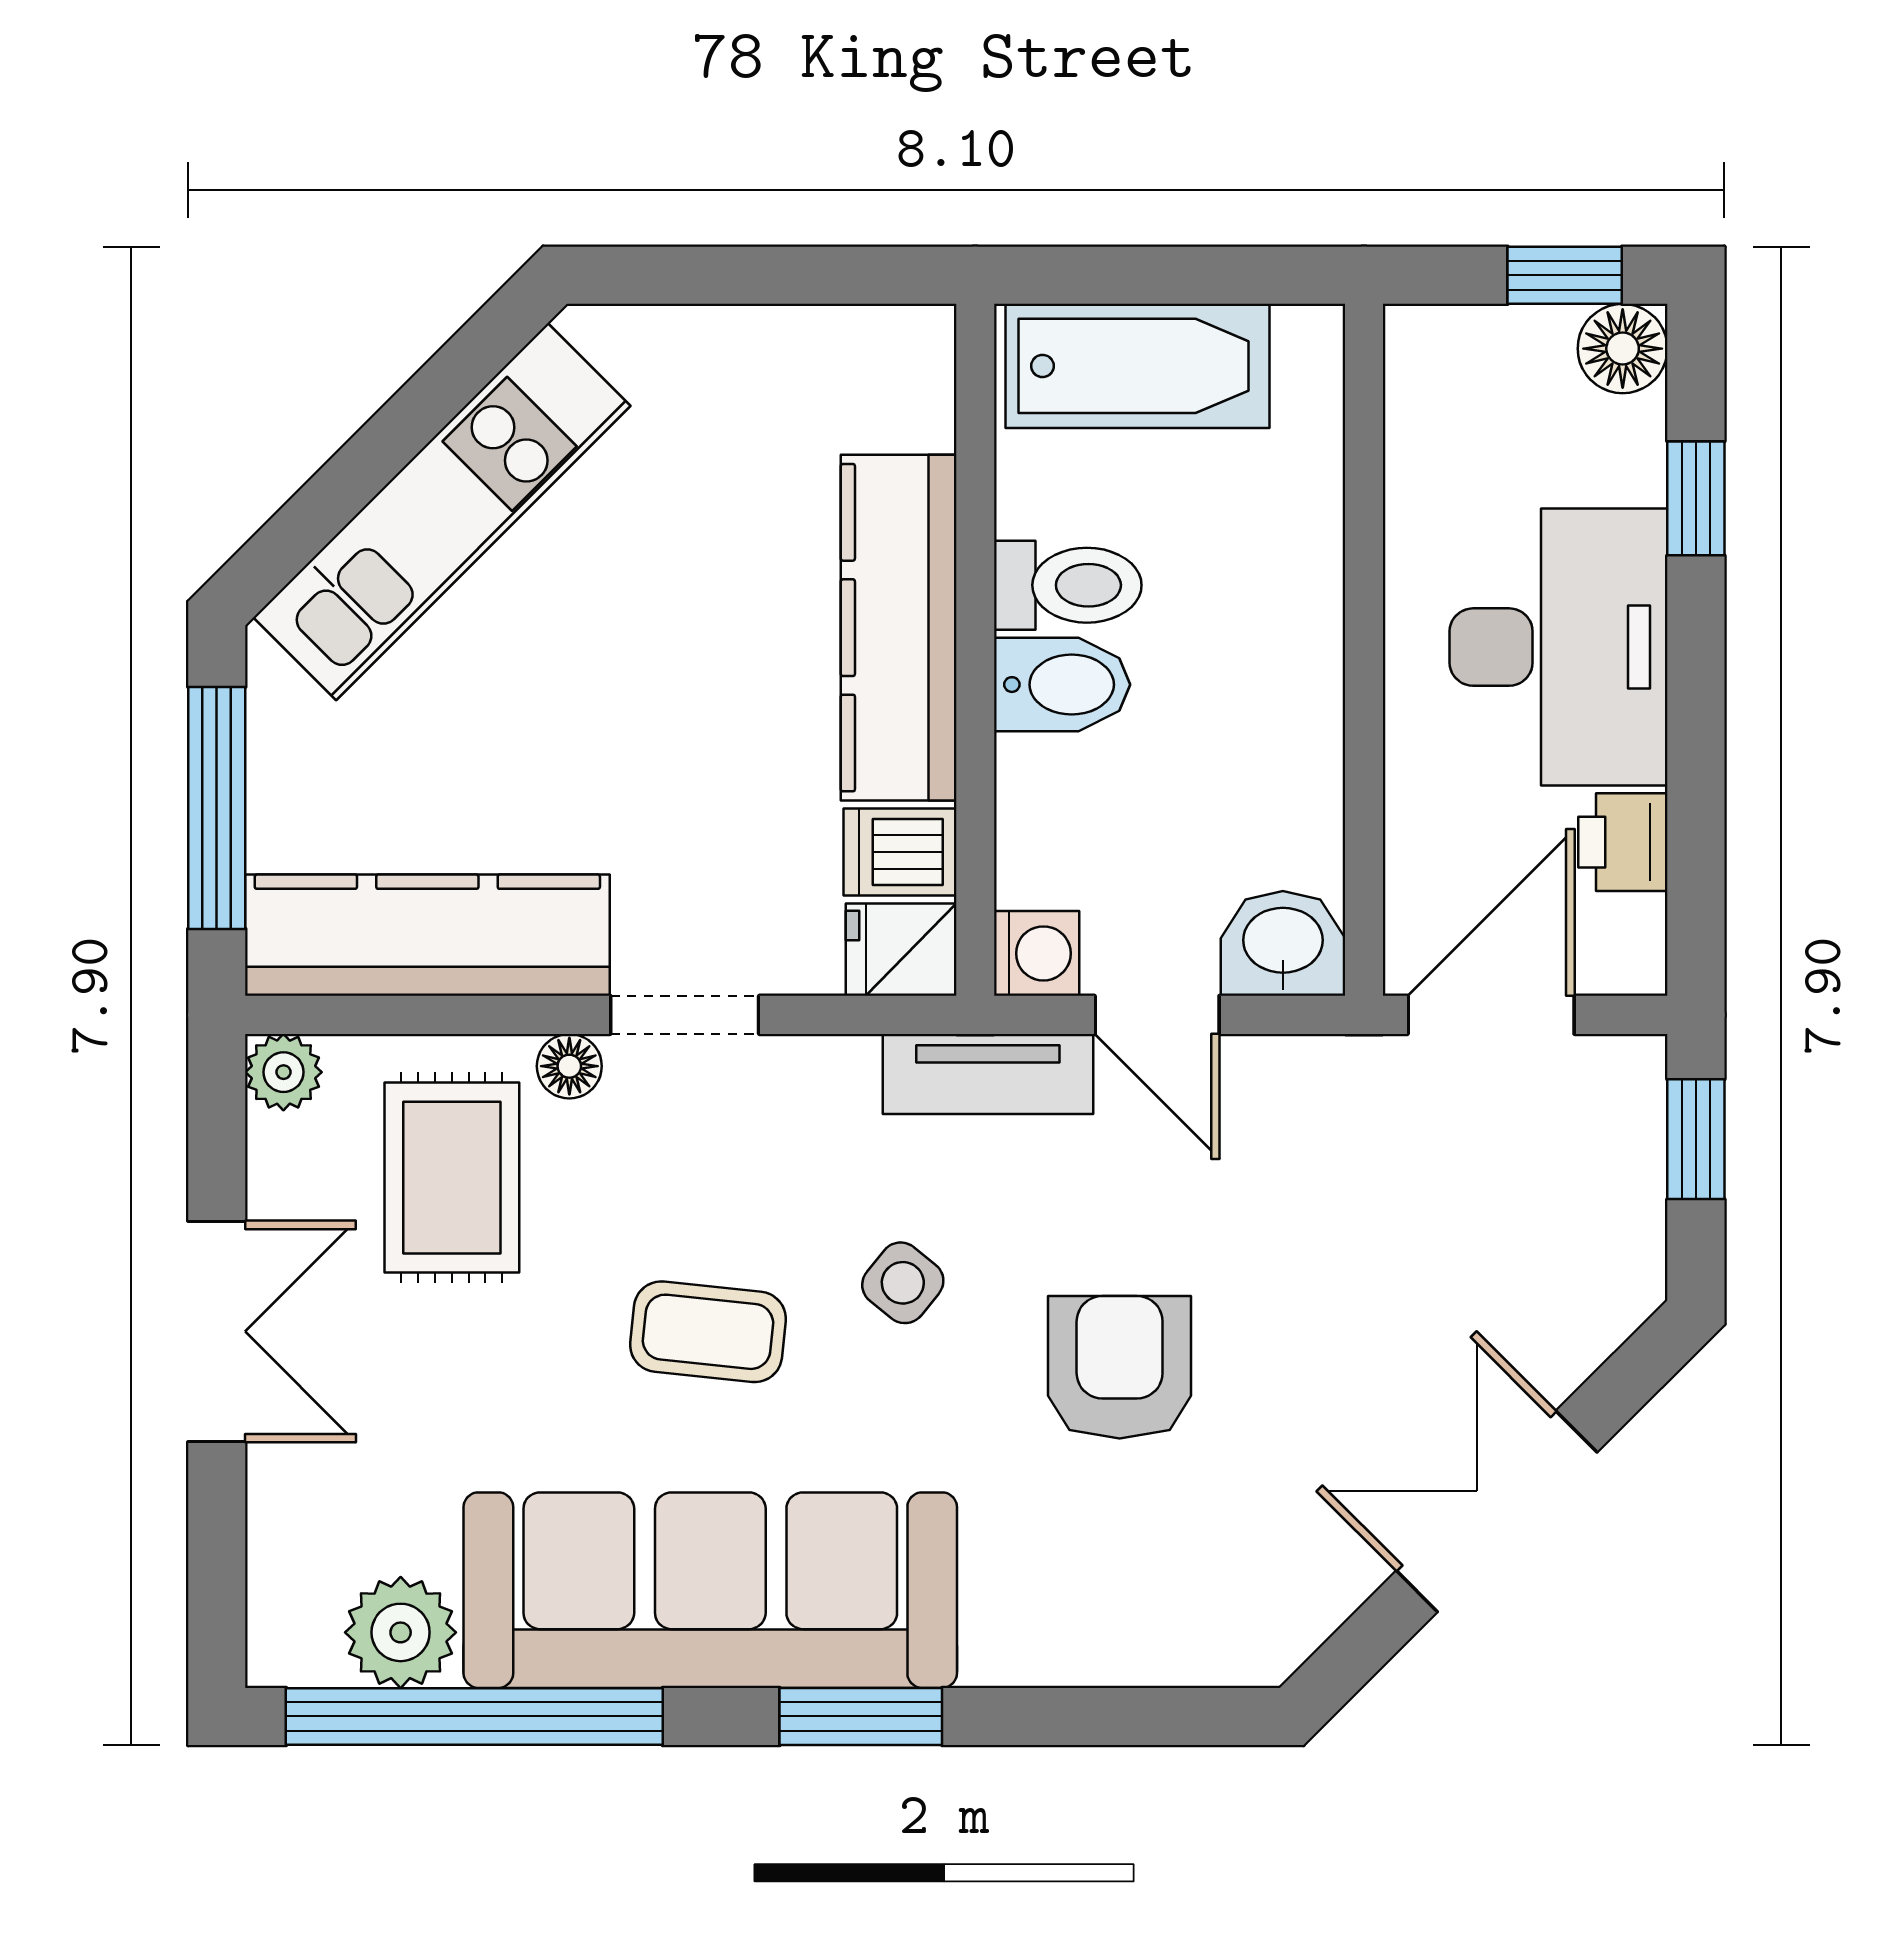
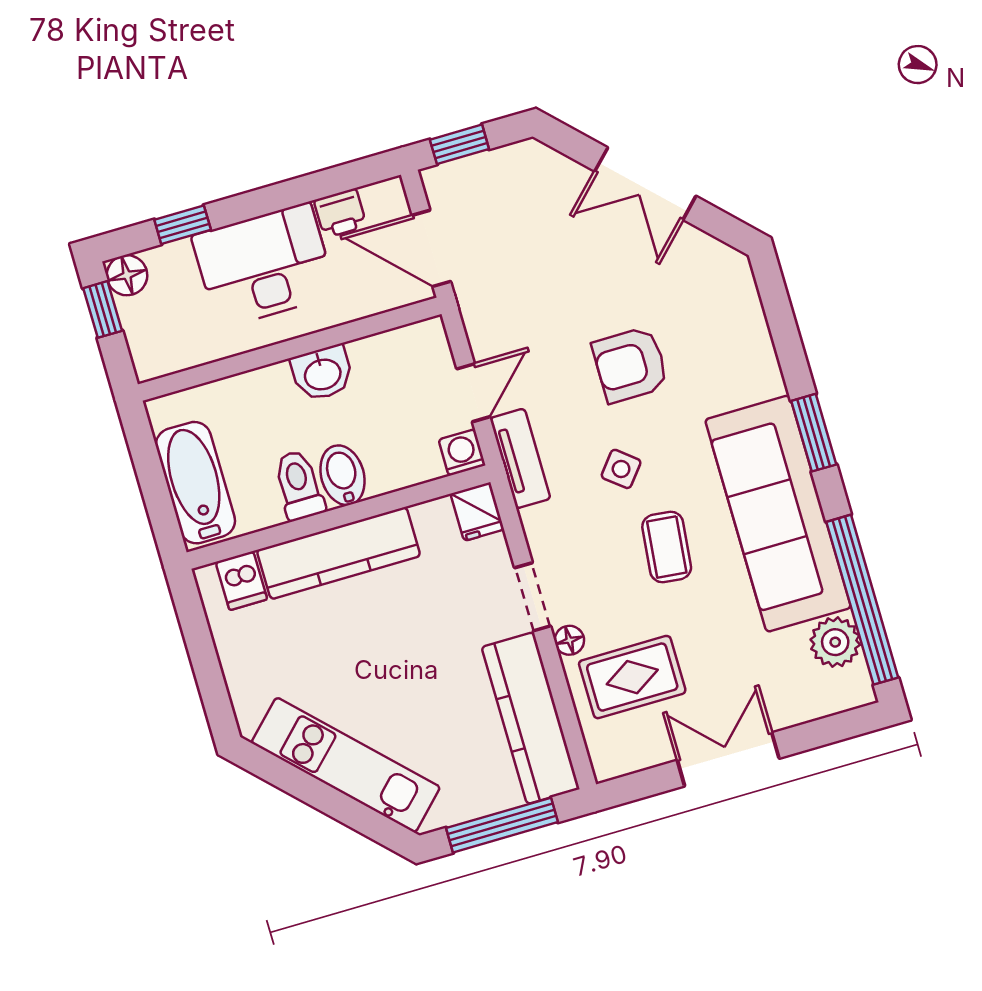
dishwasher: (900, 852) -> (241, 581), moved
washbasin: (1283, 943) -> (322, 373), moved, turned -90
plant: (283, 1072) -> (608, 763), removed

